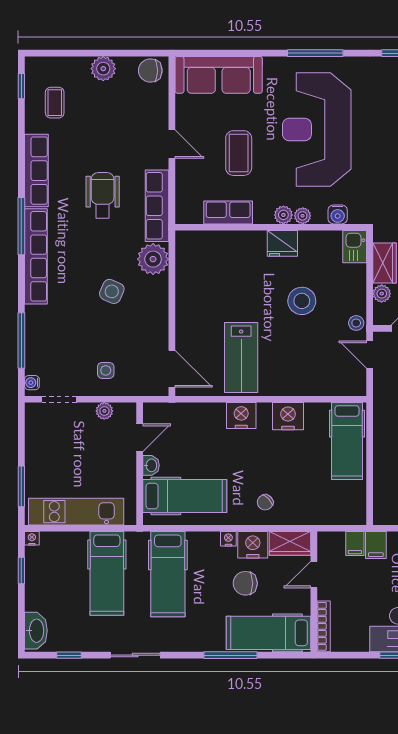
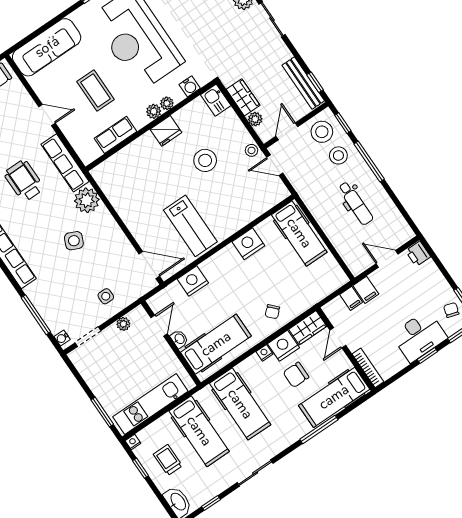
nightstand: (241, 416) -> (193, 281), moved
trolley: (55, 581) -> (168, 460), added

